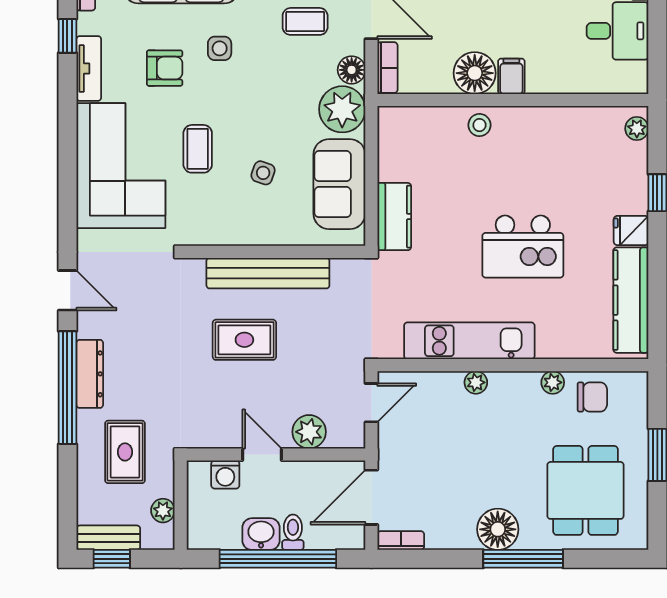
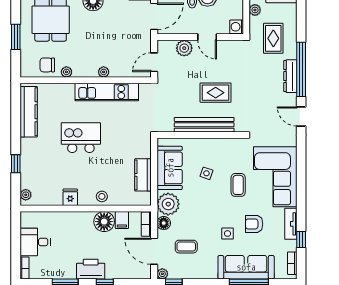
filing cabinet: (511, 76) -> (122, 220), moved
kitchen counter: (394, 217) -> (143, 175), moved
fridge: (631, 231) -> (70, 197), moved, turned -90
washing machine: (225, 475) -> (237, 27), moved, turned -90

